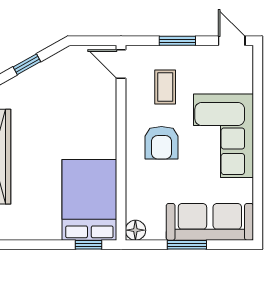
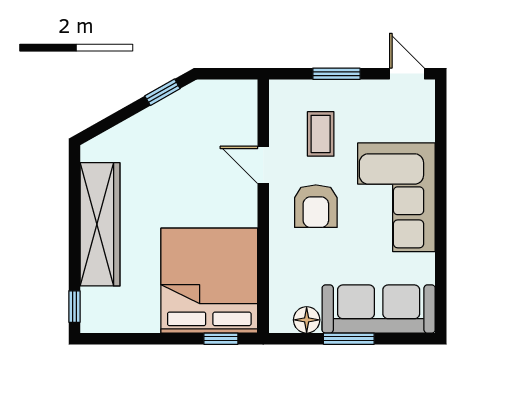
window: (27, 64) -> (162, 92), moved
door: (121, 64) -> (263, 165), moved
bed: (89, 200) -> (209, 281), width x1.36
floor lamp: (135, 230) -> (307, 320), moved

